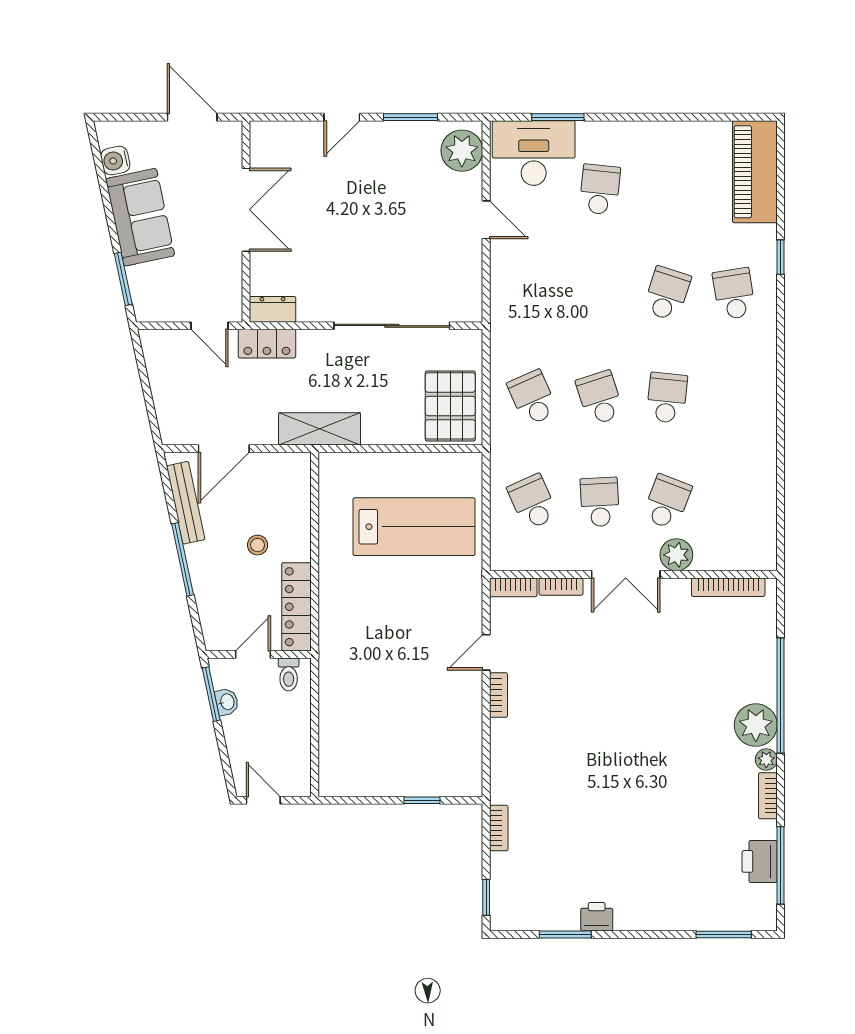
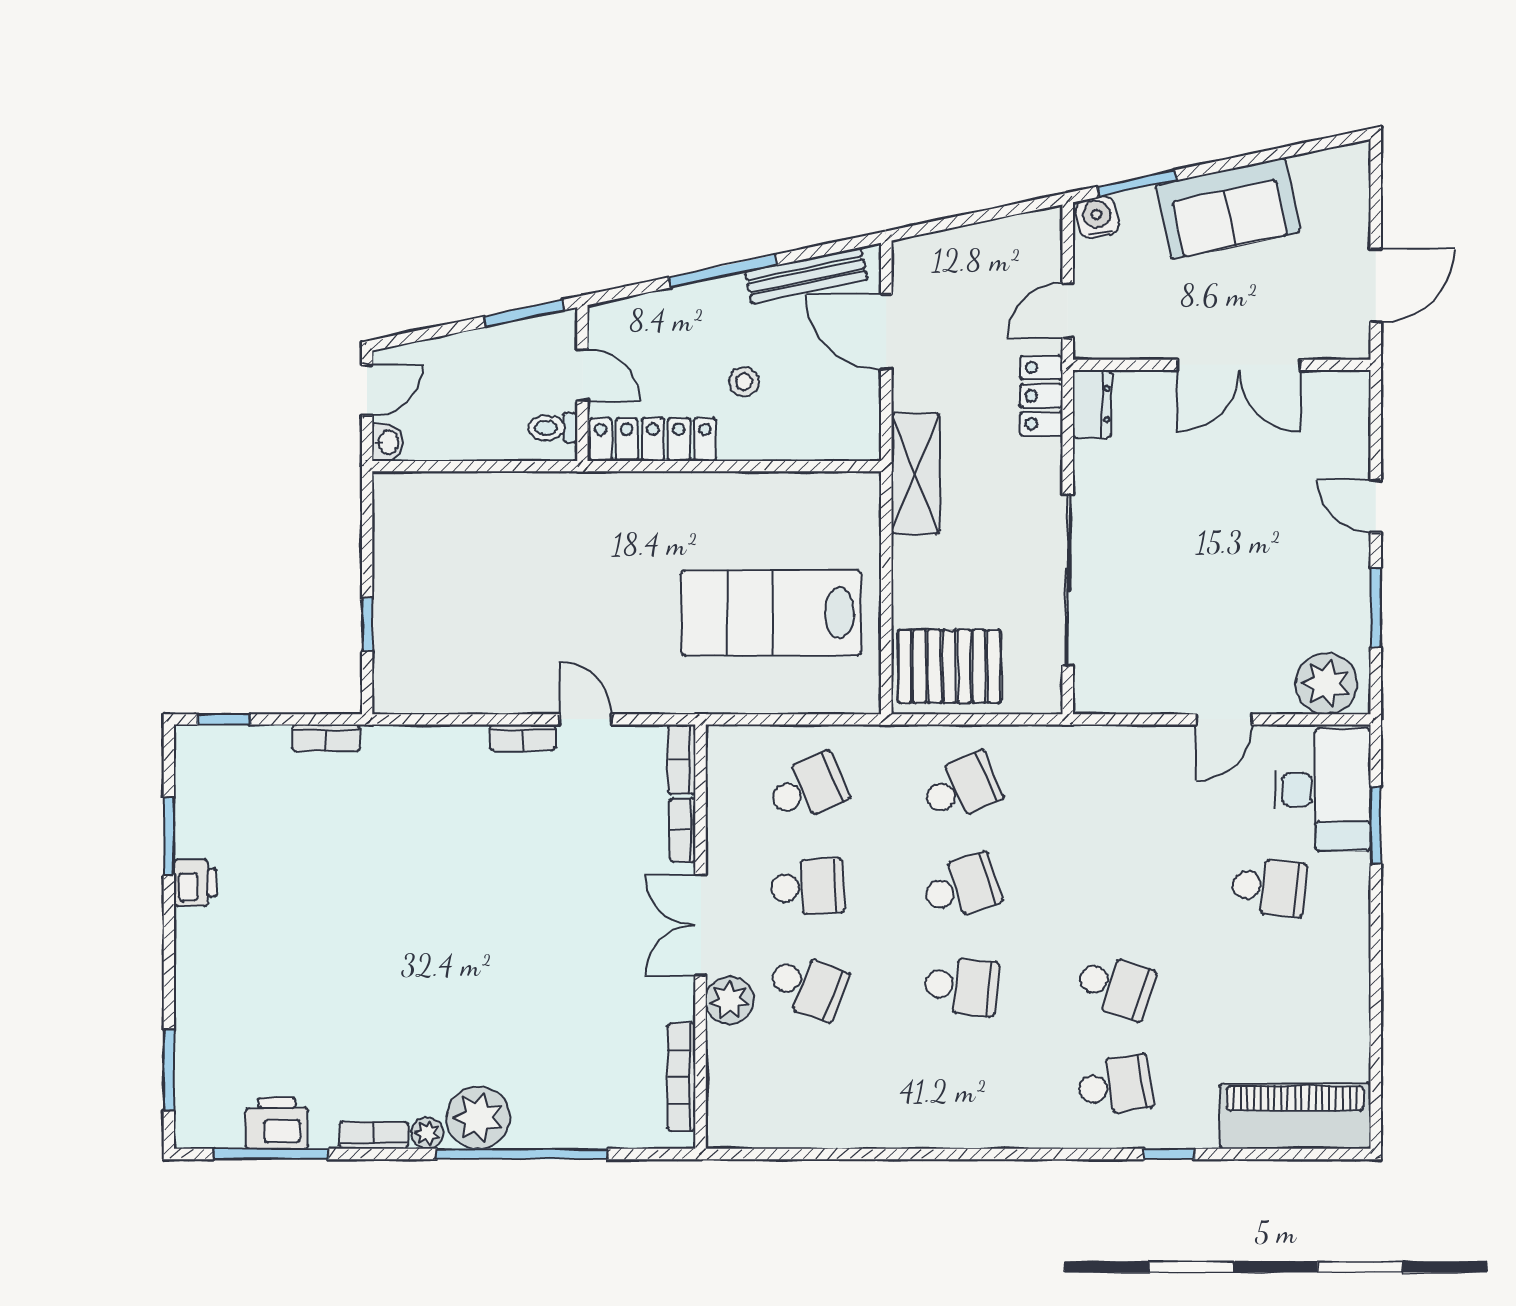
water cooler: (115, 161) -> (1097, 217), moved
lab bench: (414, 527) -> (771, 613), turned 90
washbasin: (227, 702) -> (387, 442), moved, turned -78

